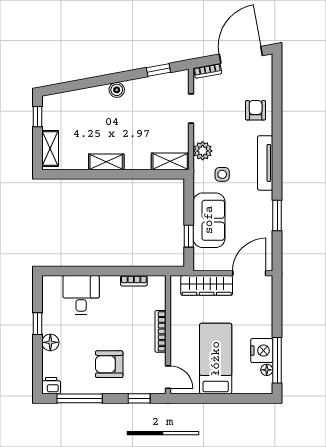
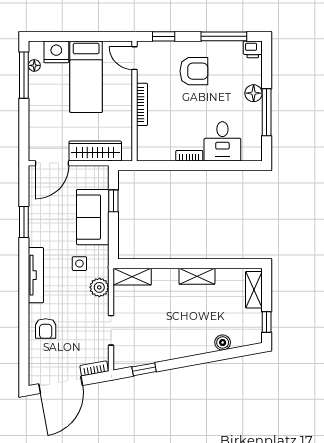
boiler: (117, 90) -> (223, 342), moved
bookcase: (134, 281) -> (189, 156), moved
window: (38, 324) -> (267, 112), width x2.17
nightstand: (262, 351) -> (56, 52), moved, turned 90

